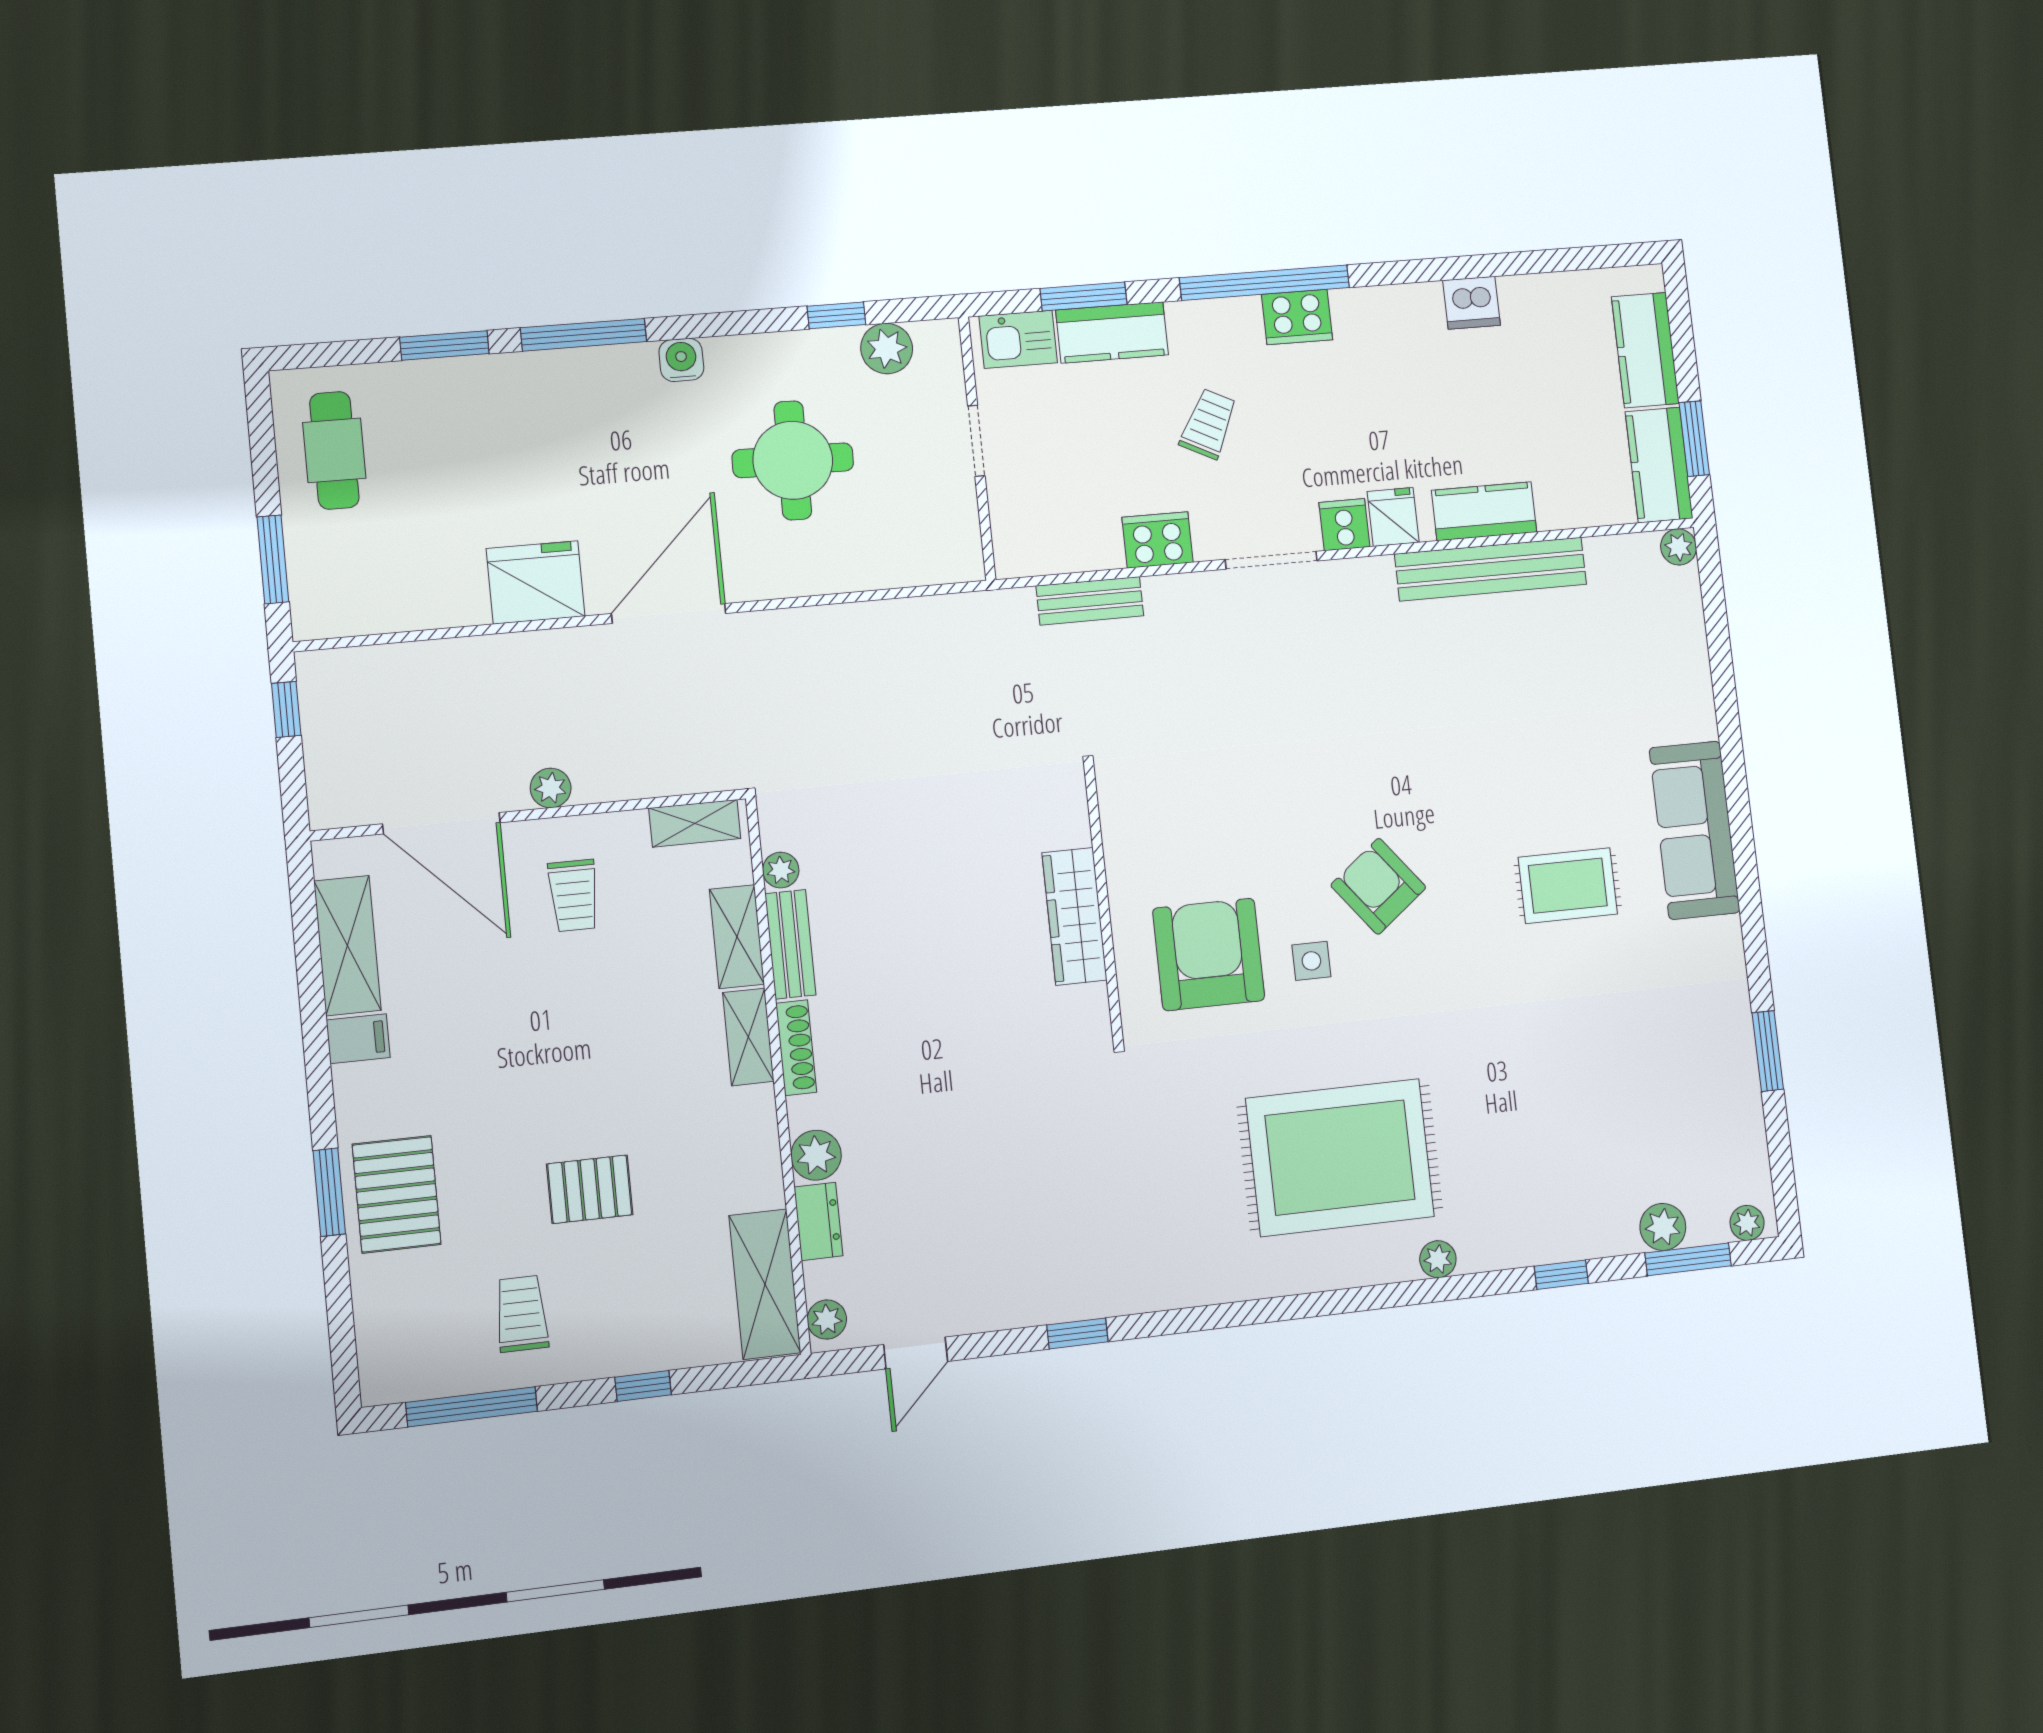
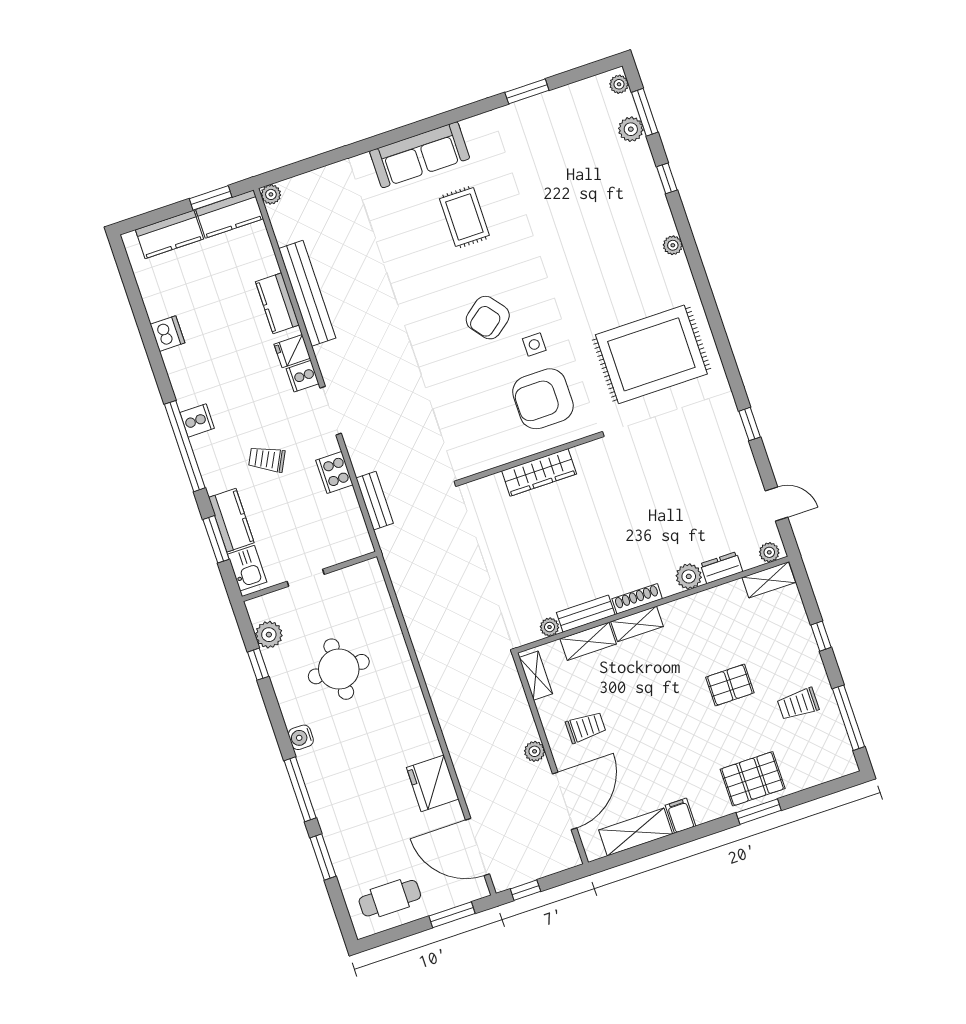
cooker: (1297, 317) -> (197, 420), width x0.73
door: (669, 614) -> (477, 847), moved
rug: (1340, 1158) -> (651, 354), moved, turned 90
pallet: (590, 1189) -> (730, 685), turned 90
shelving: (765, 1284) -> (769, 580), width x0.67, depth x0.75

